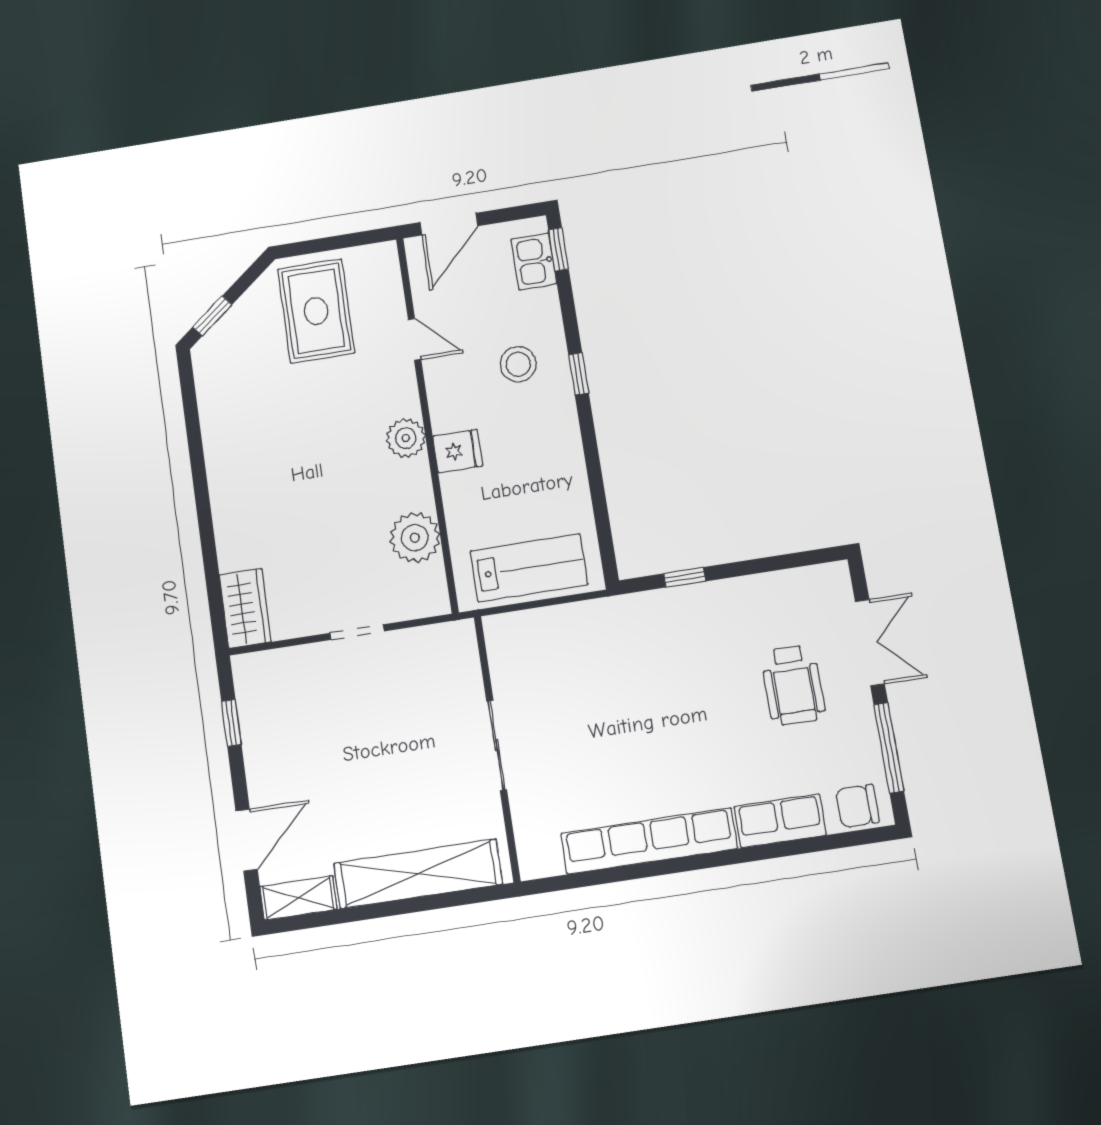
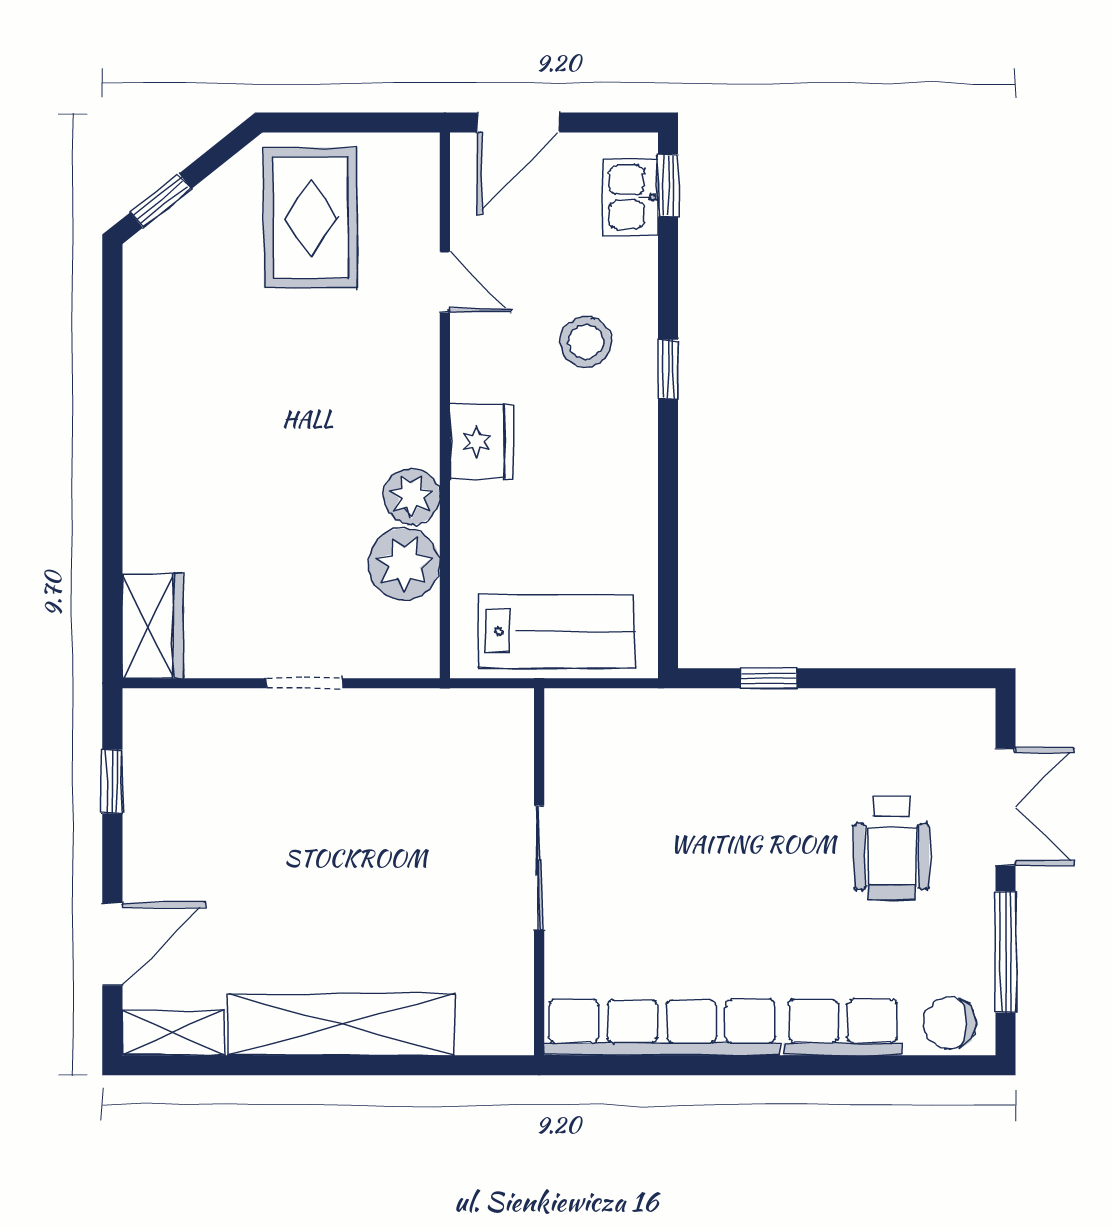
plant: (406, 438) -> (412, 496), moved
fridge: (458, 451) -> (482, 441), width x1.38
sliding door: (497, 745) -> (539, 868), moved
wall: (497, 748) -> (539, 872), moved

